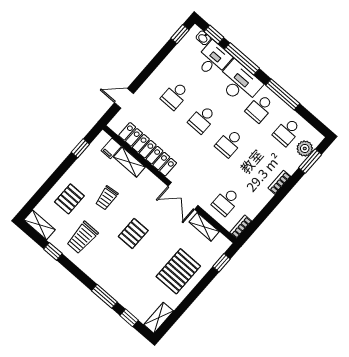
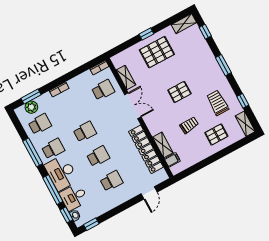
door: (124, 98) -> (149, 193), hinge flipped
window: (80, 148) -> (195, 168), removed
trolley: (82, 238) -> (218, 103), turned -90
window: (222, 263) -> (146, 34), moved
window: (104, 296) -> (223, 65), moved

